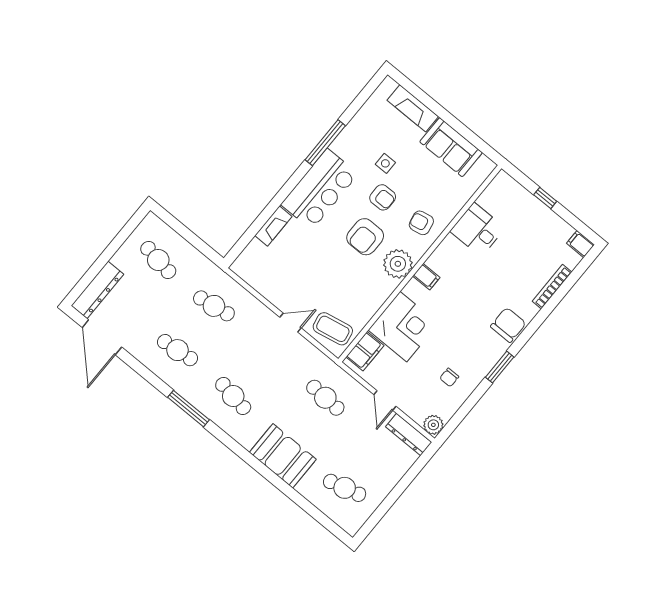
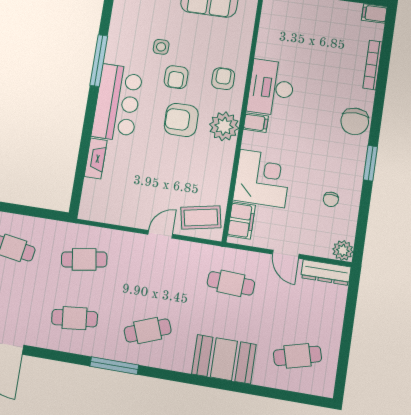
armchair: (383, 197) -> (176, 77), turned 90
armchair: (421, 223) -> (223, 79), turned 101
desk: (478, 230) -> (271, 88), moved, width x1.37
armchair: (365, 237) -> (181, 120), turned 90
chair: (508, 325) -> (355, 121), turned 180
cafe table: (233, 396) -> (148, 331), turned -30

